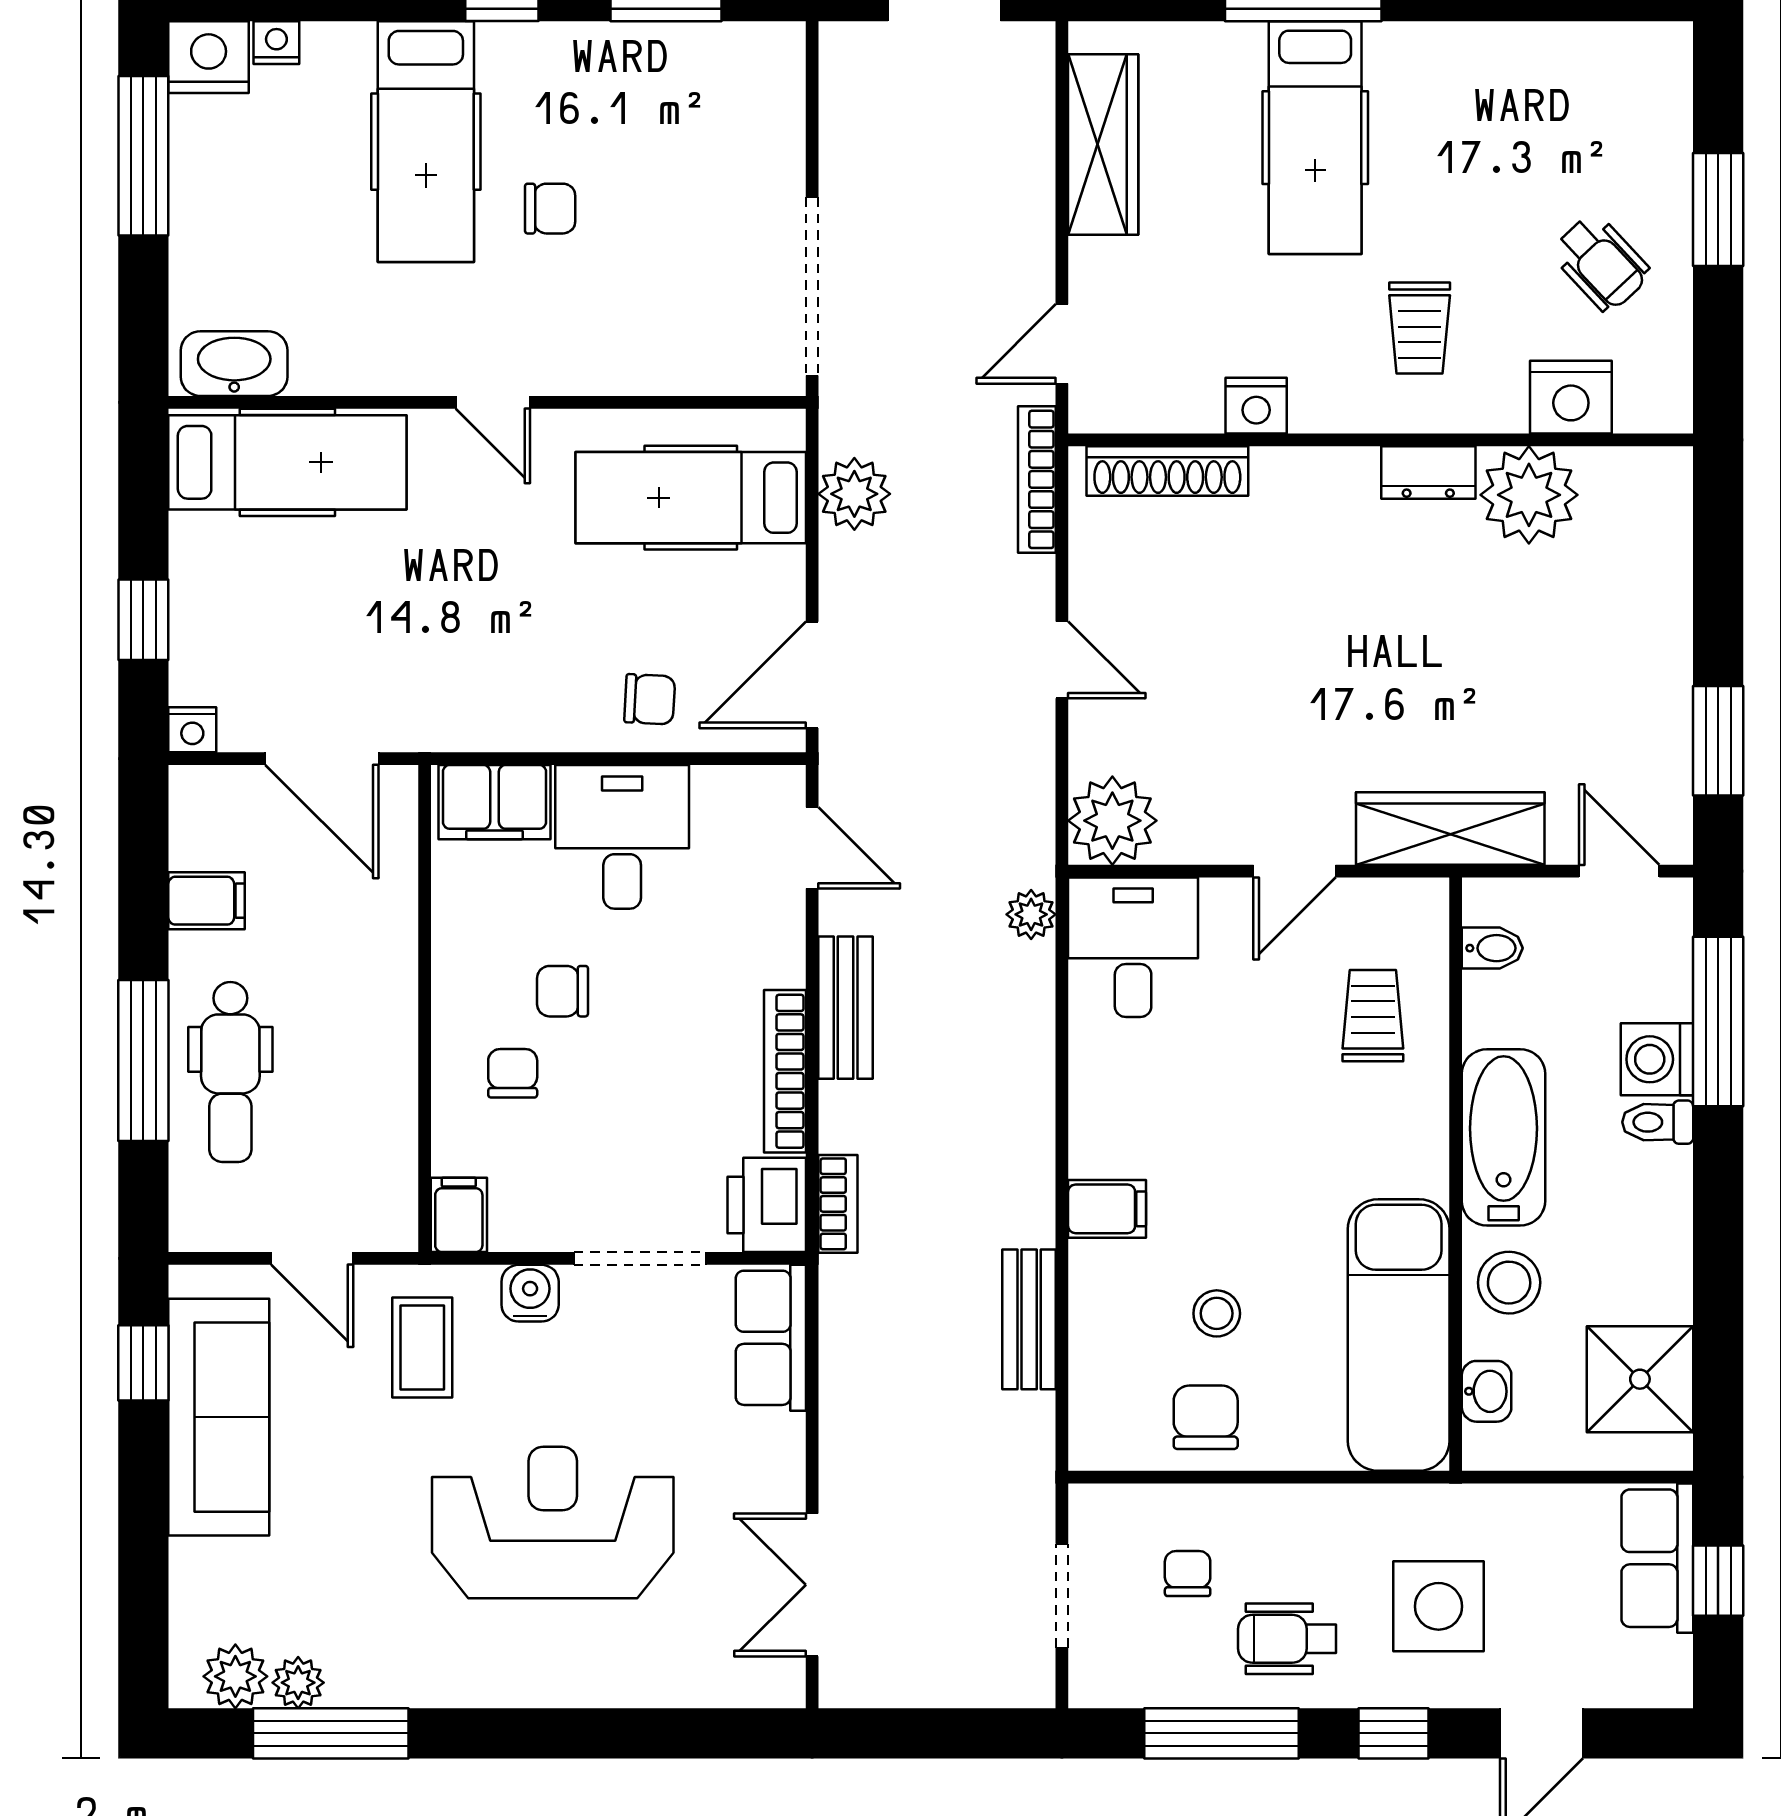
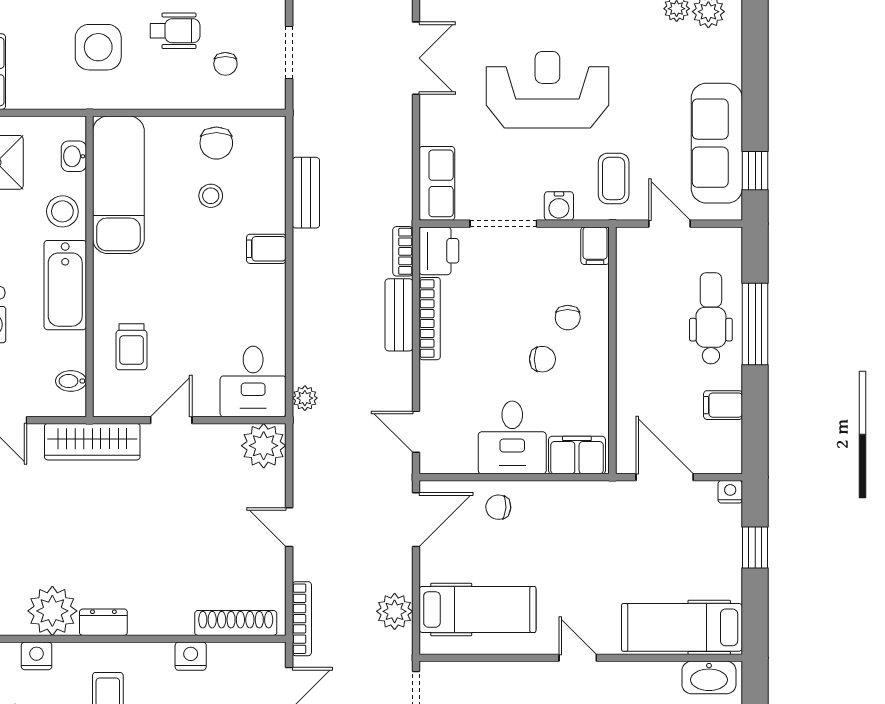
nightstand: (1571, 397) -> (37, 656), width x0.74, depth x0.75
bench: (846, 1008) -> (399, 315), moved
reception desk: (553, 1522) -> (547, 90), turned 180

